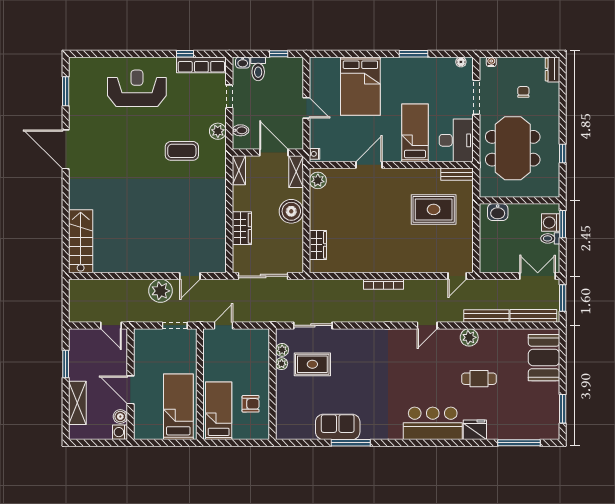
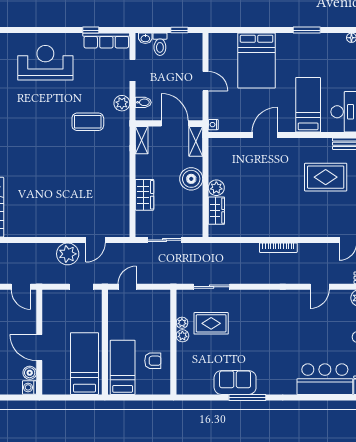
plant: (318, 180) -> (216, 188), moved
sliding door: (263, 276) -> (165, 240), width x0.73
plant: (282, 350) -> (182, 336), moved

